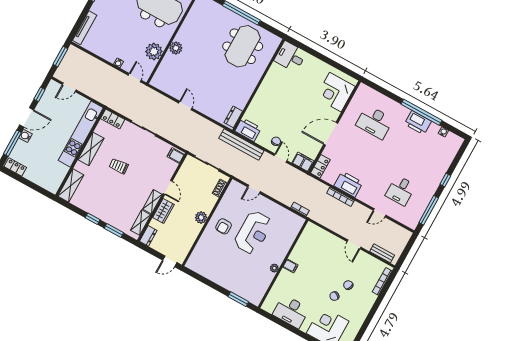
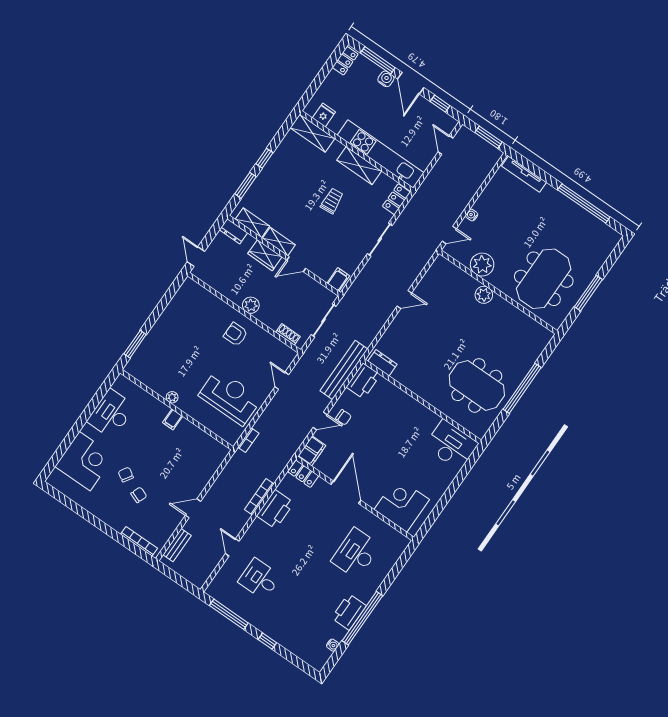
desk: (290, 57) -> (451, 445), width x1.37
fridge: (57, 178) -> (324, 115), added
reception desk: (253, 233) -> (230, 397), moved, turned 180

